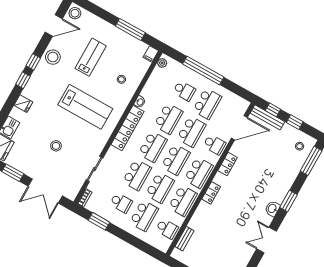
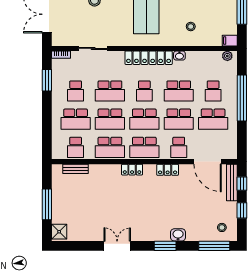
school desk: (153, 147) -> (144, 91), width x0.54
washbasin: (272, 209) -> (178, 235), moved

